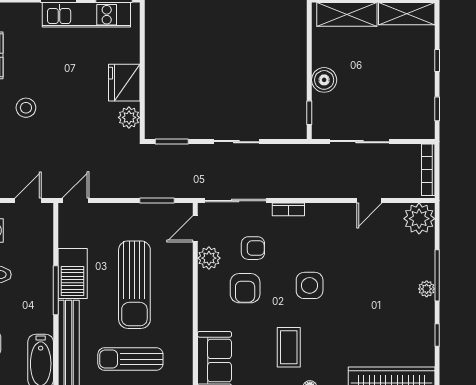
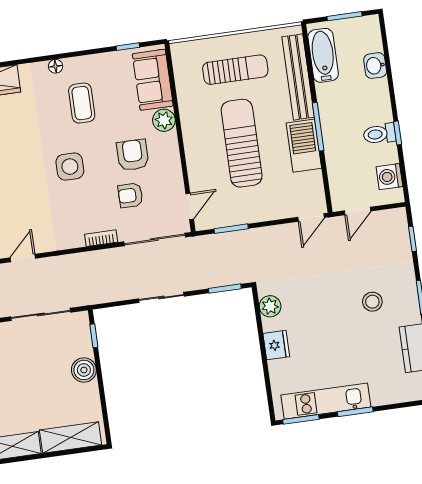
fridge: (124, 83) -> (276, 345), width x0.73, depth x0.75
plant: (209, 258) -> (164, 120), moved

